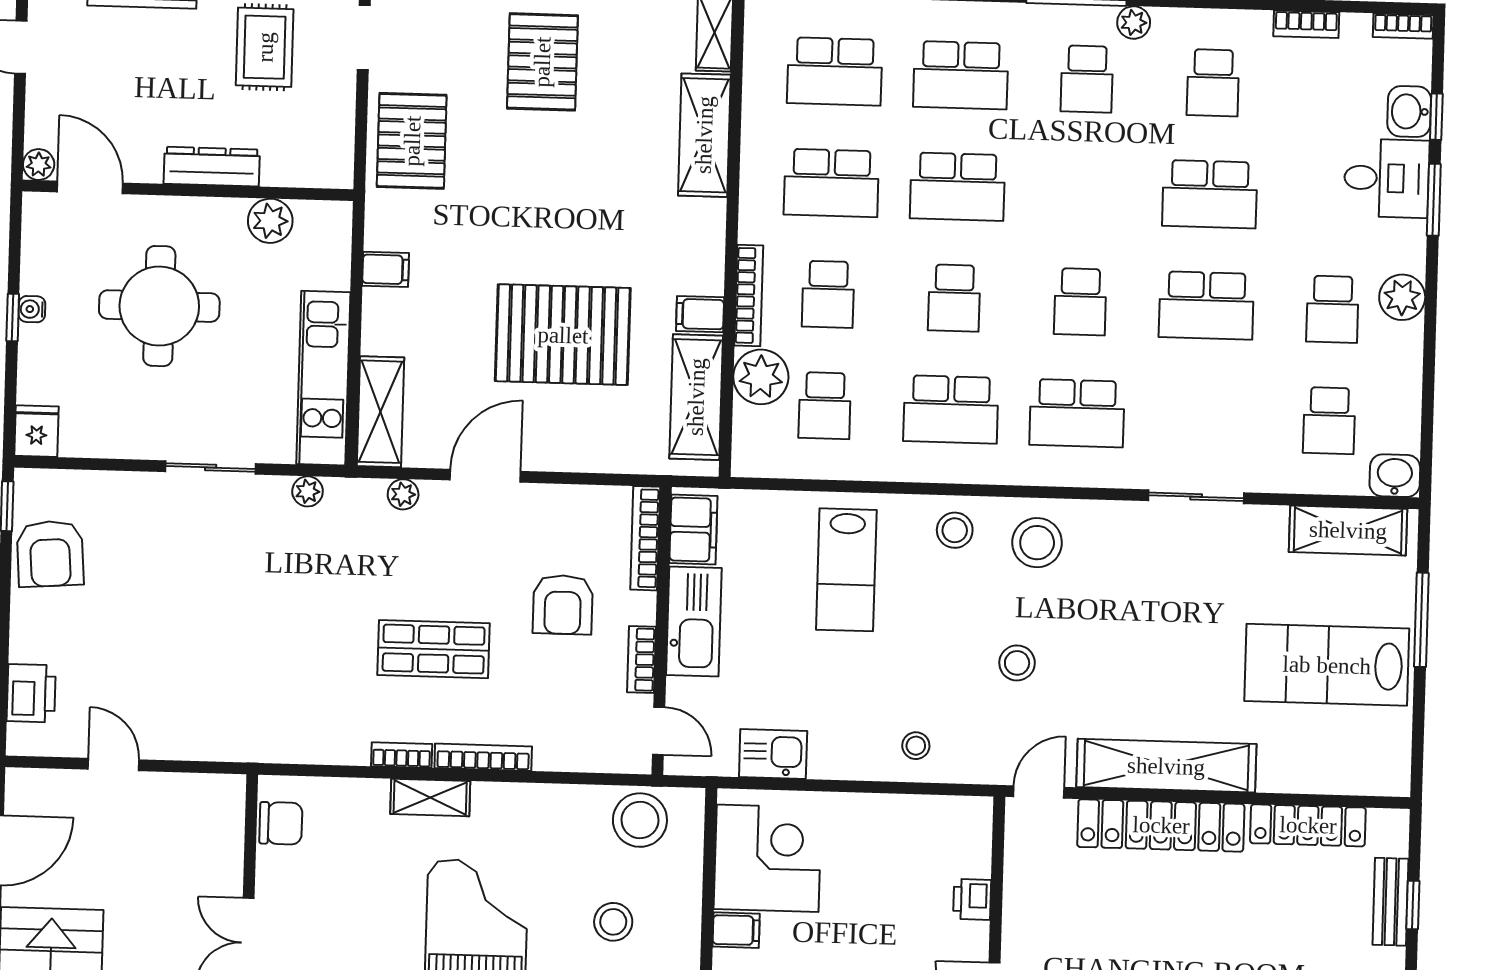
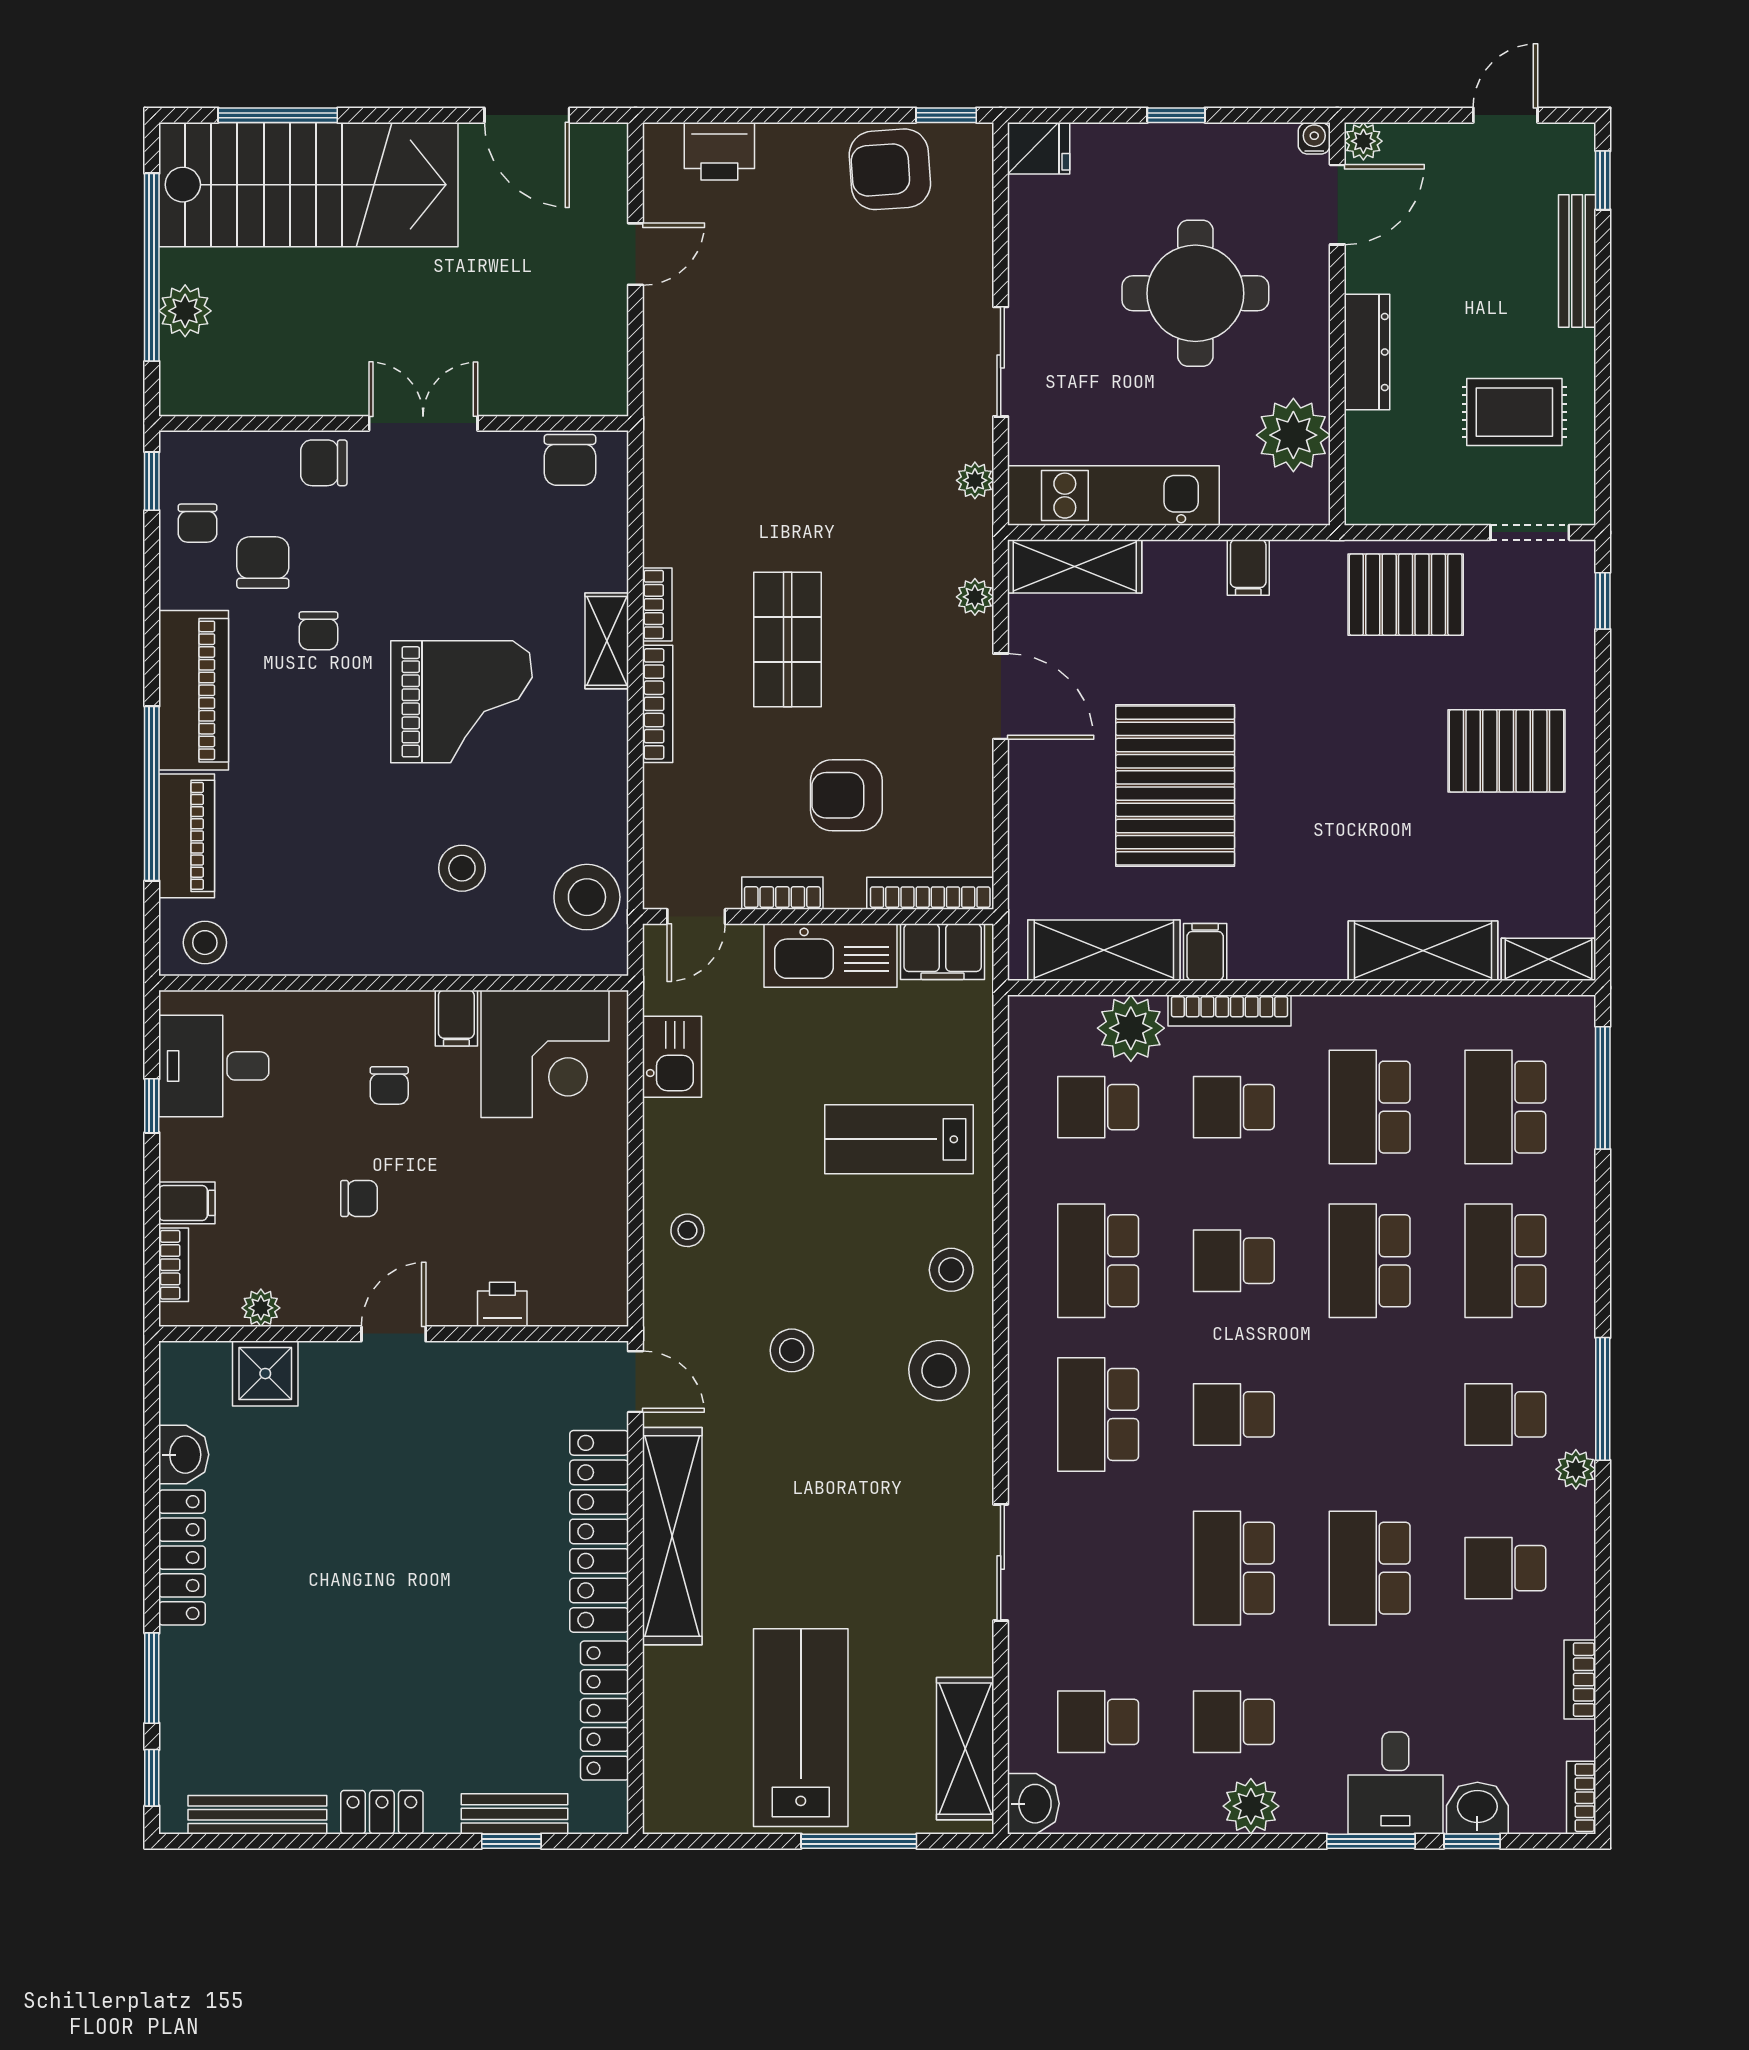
plant: (270, 221) -> (1293, 435), width x1.36, depth x1.36
water cooler: (32, 309) -> (1314, 138), moved

